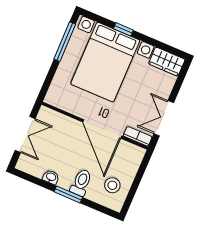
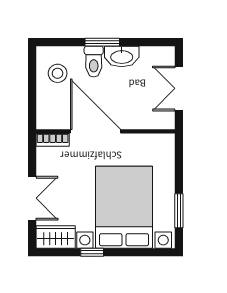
window: (123, 29) -> (92, 252), moved
window: (65, 42) -> (179, 211), width x0.69
double door: (164, 118) -> (32, 198), moved
washbasin: (51, 177) -> (122, 56), width x1.91, depth x1.45

